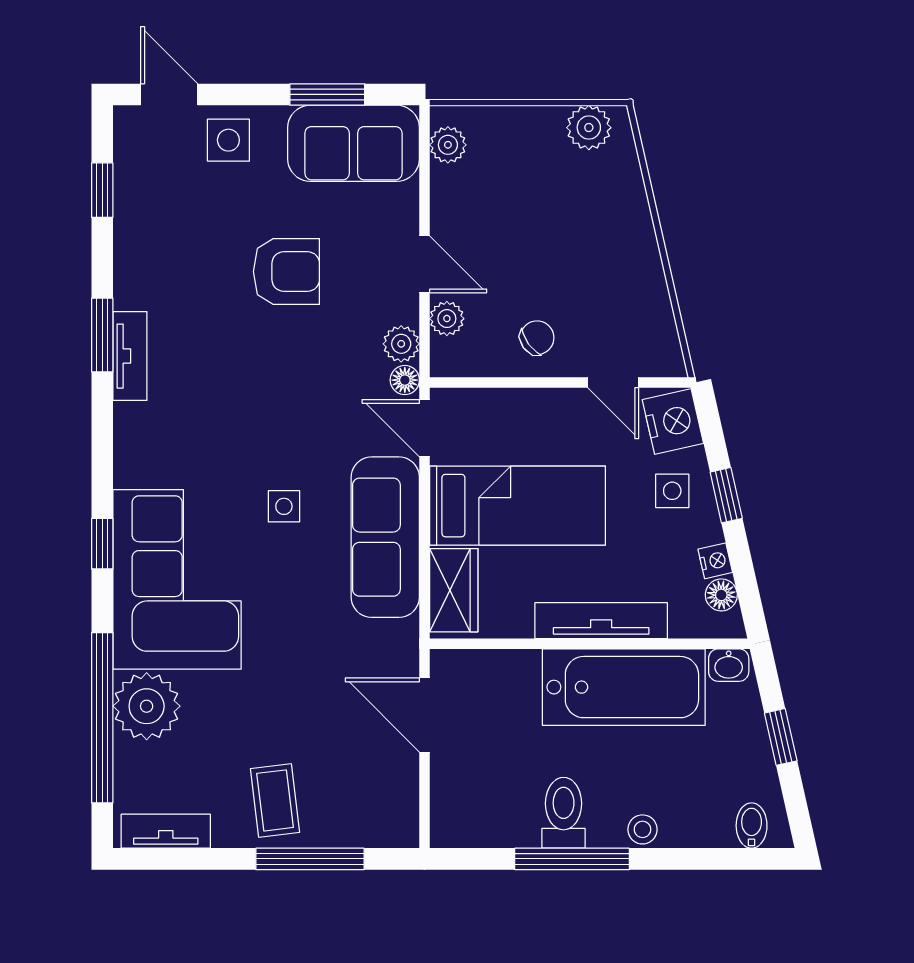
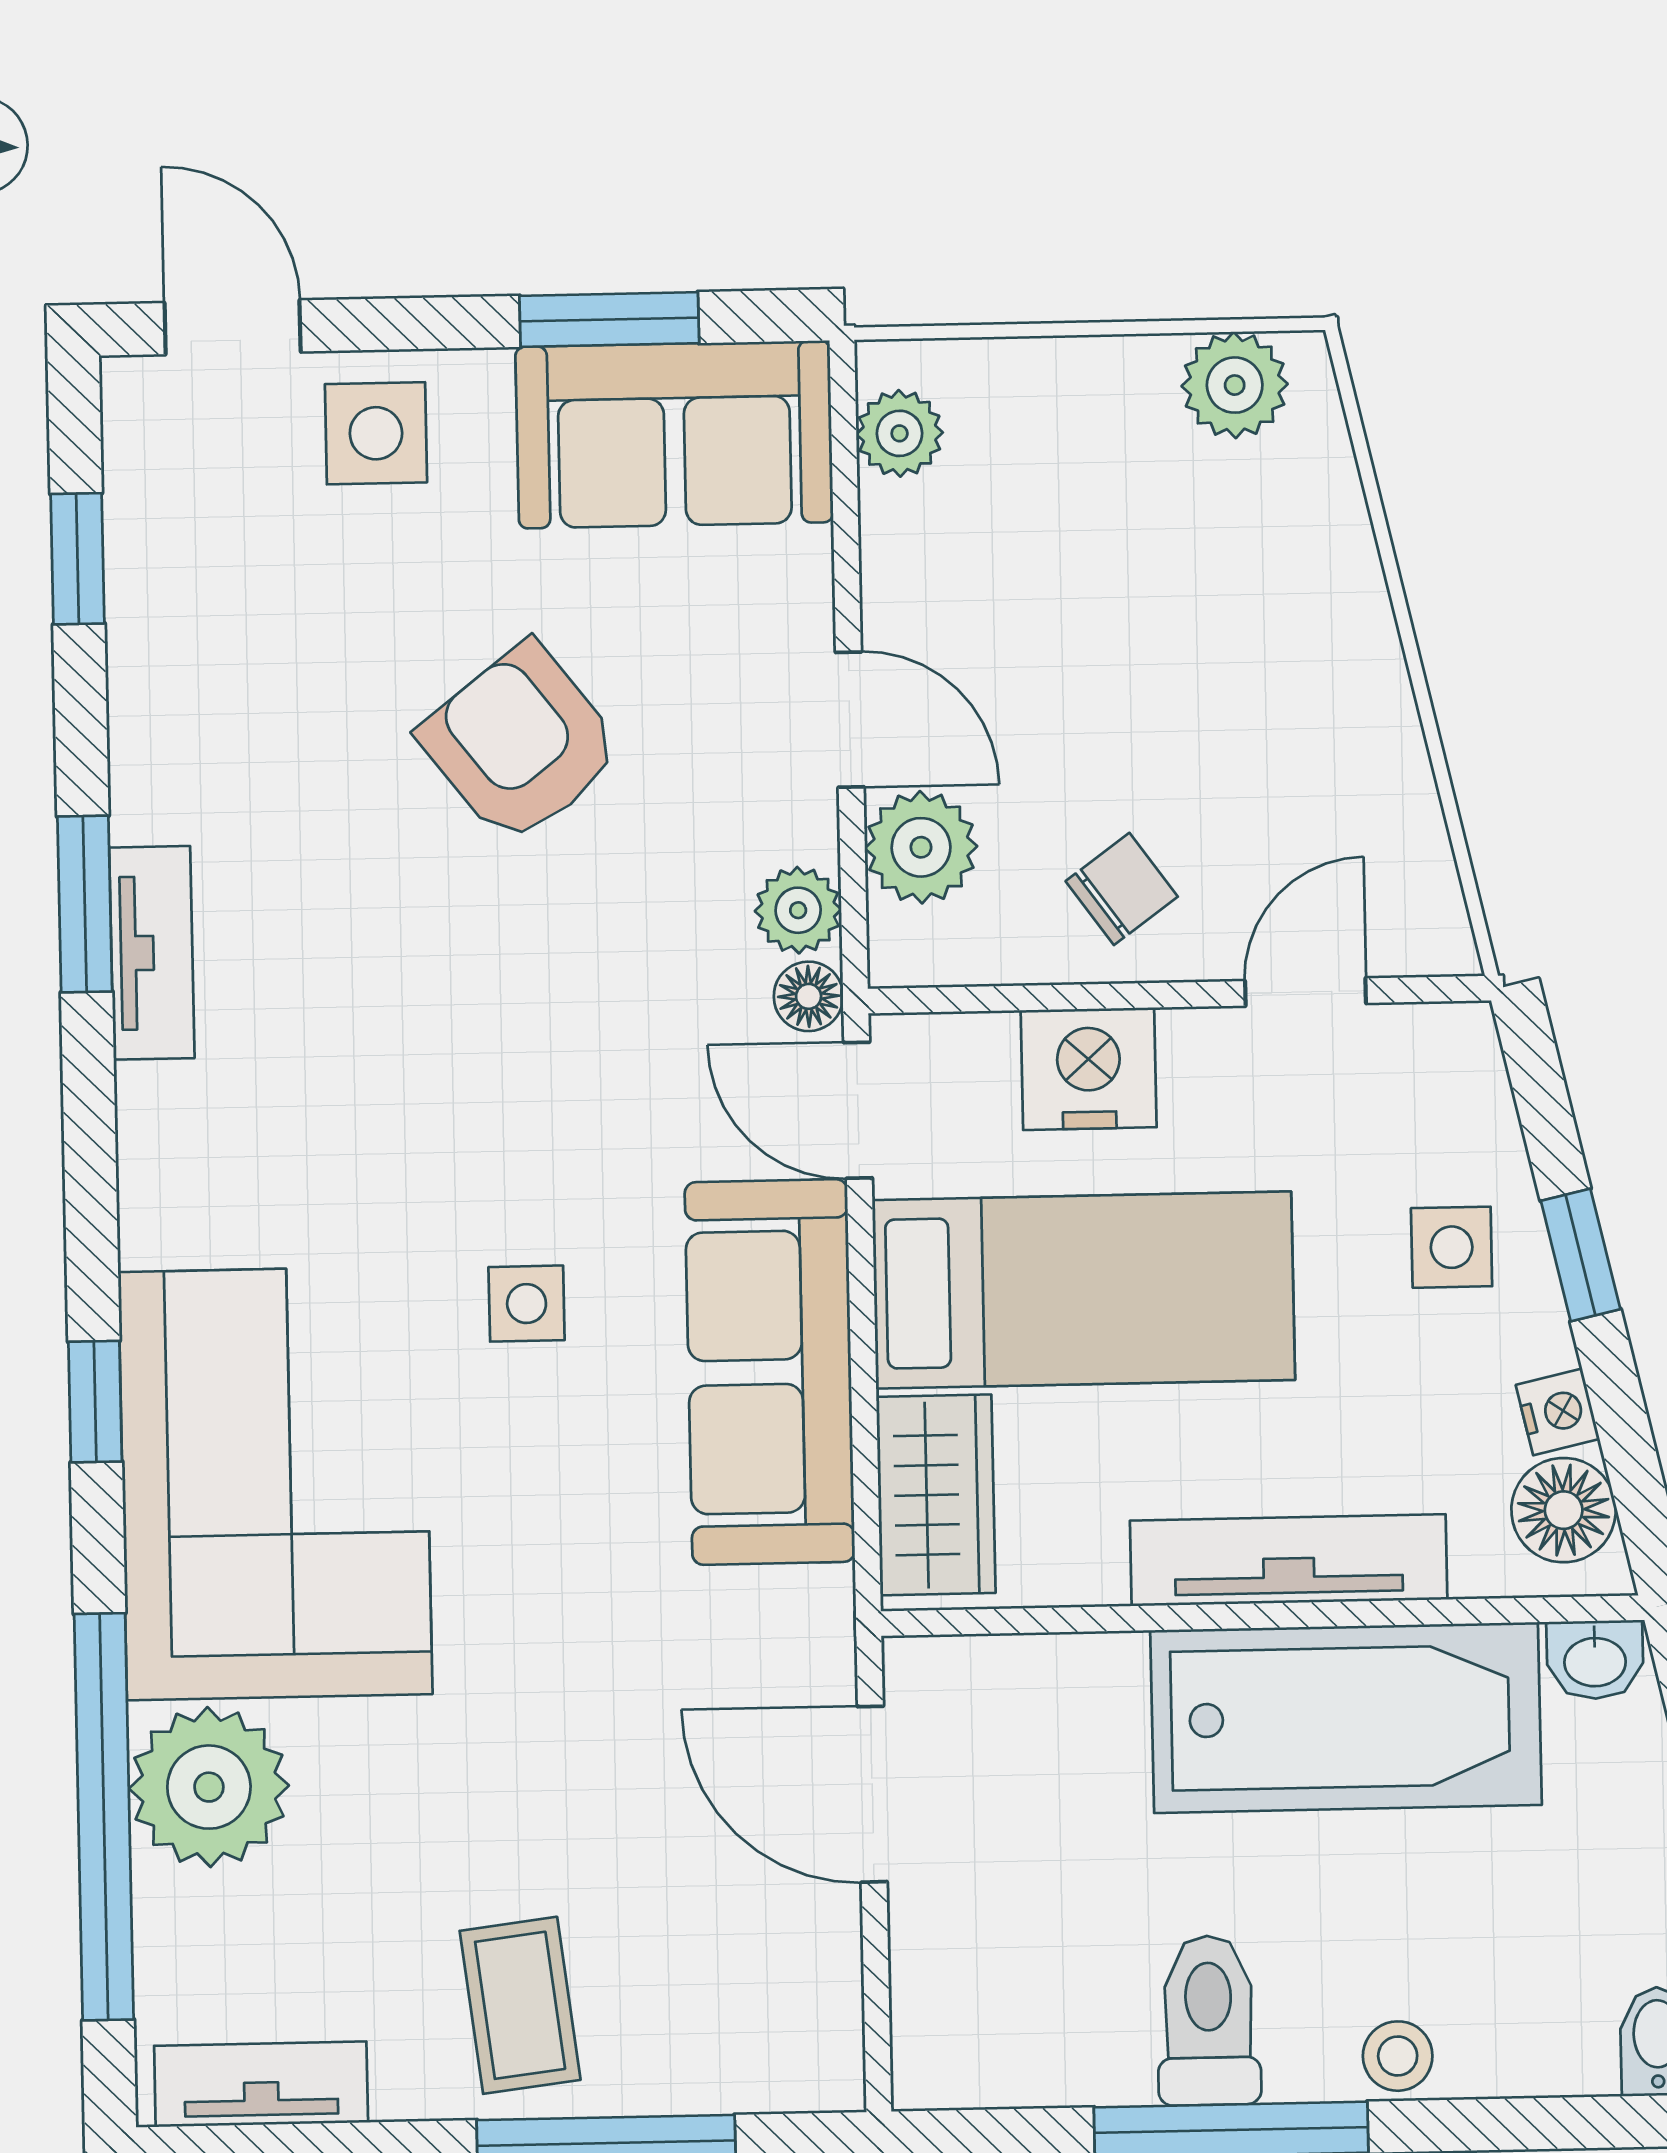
armchair: (286, 272) -> (521, 744), turned -128
plant: (447, 319) -> (921, 847), width x1.38, depth x1.38
door: (613, 383) -> (1305, 992), swing flipped
nightstand: (673, 422) -> (1089, 1069), moved, turned -77
floor lamp: (721, 595) -> (1564, 1510), width x1.37, depth x1.37

